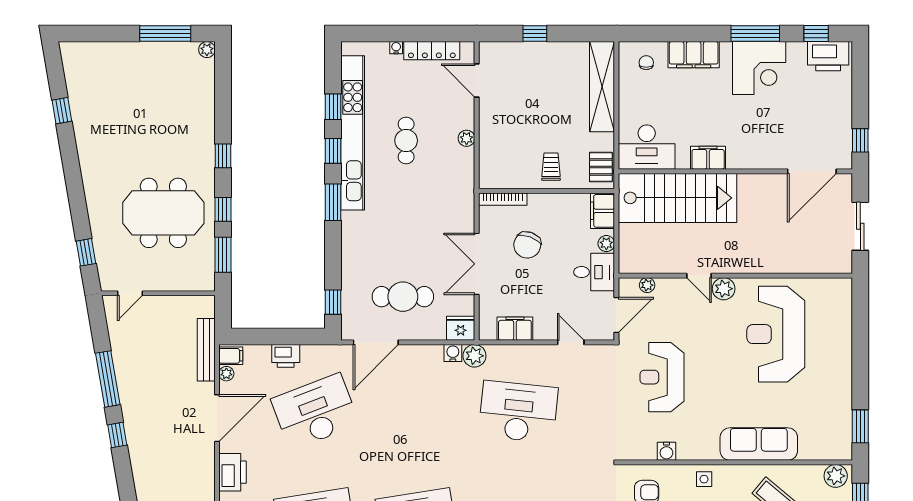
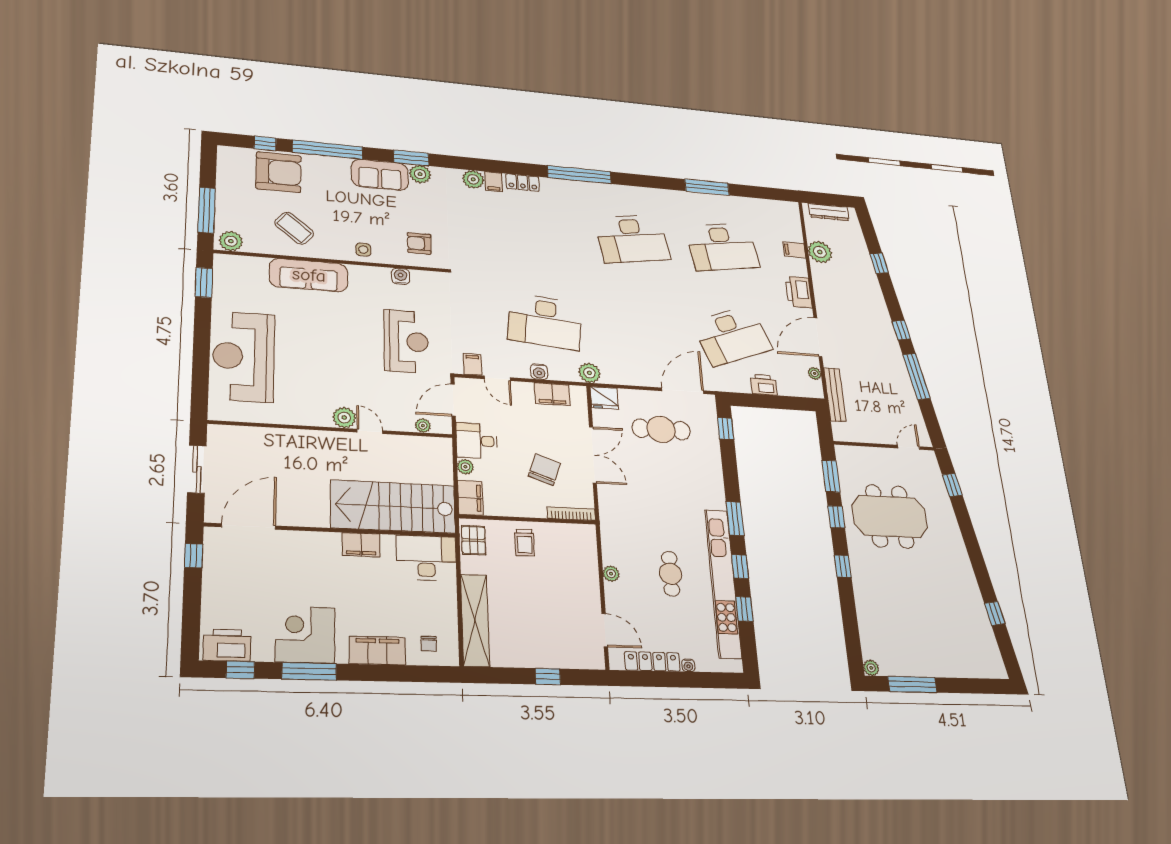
reception desk: (776, 334) -> (244, 357), moved, turned 180
water cooler: (453, 353) -> (539, 372), moved
filing cabinet: (231, 356) -> (472, 364), moved, turned 90

